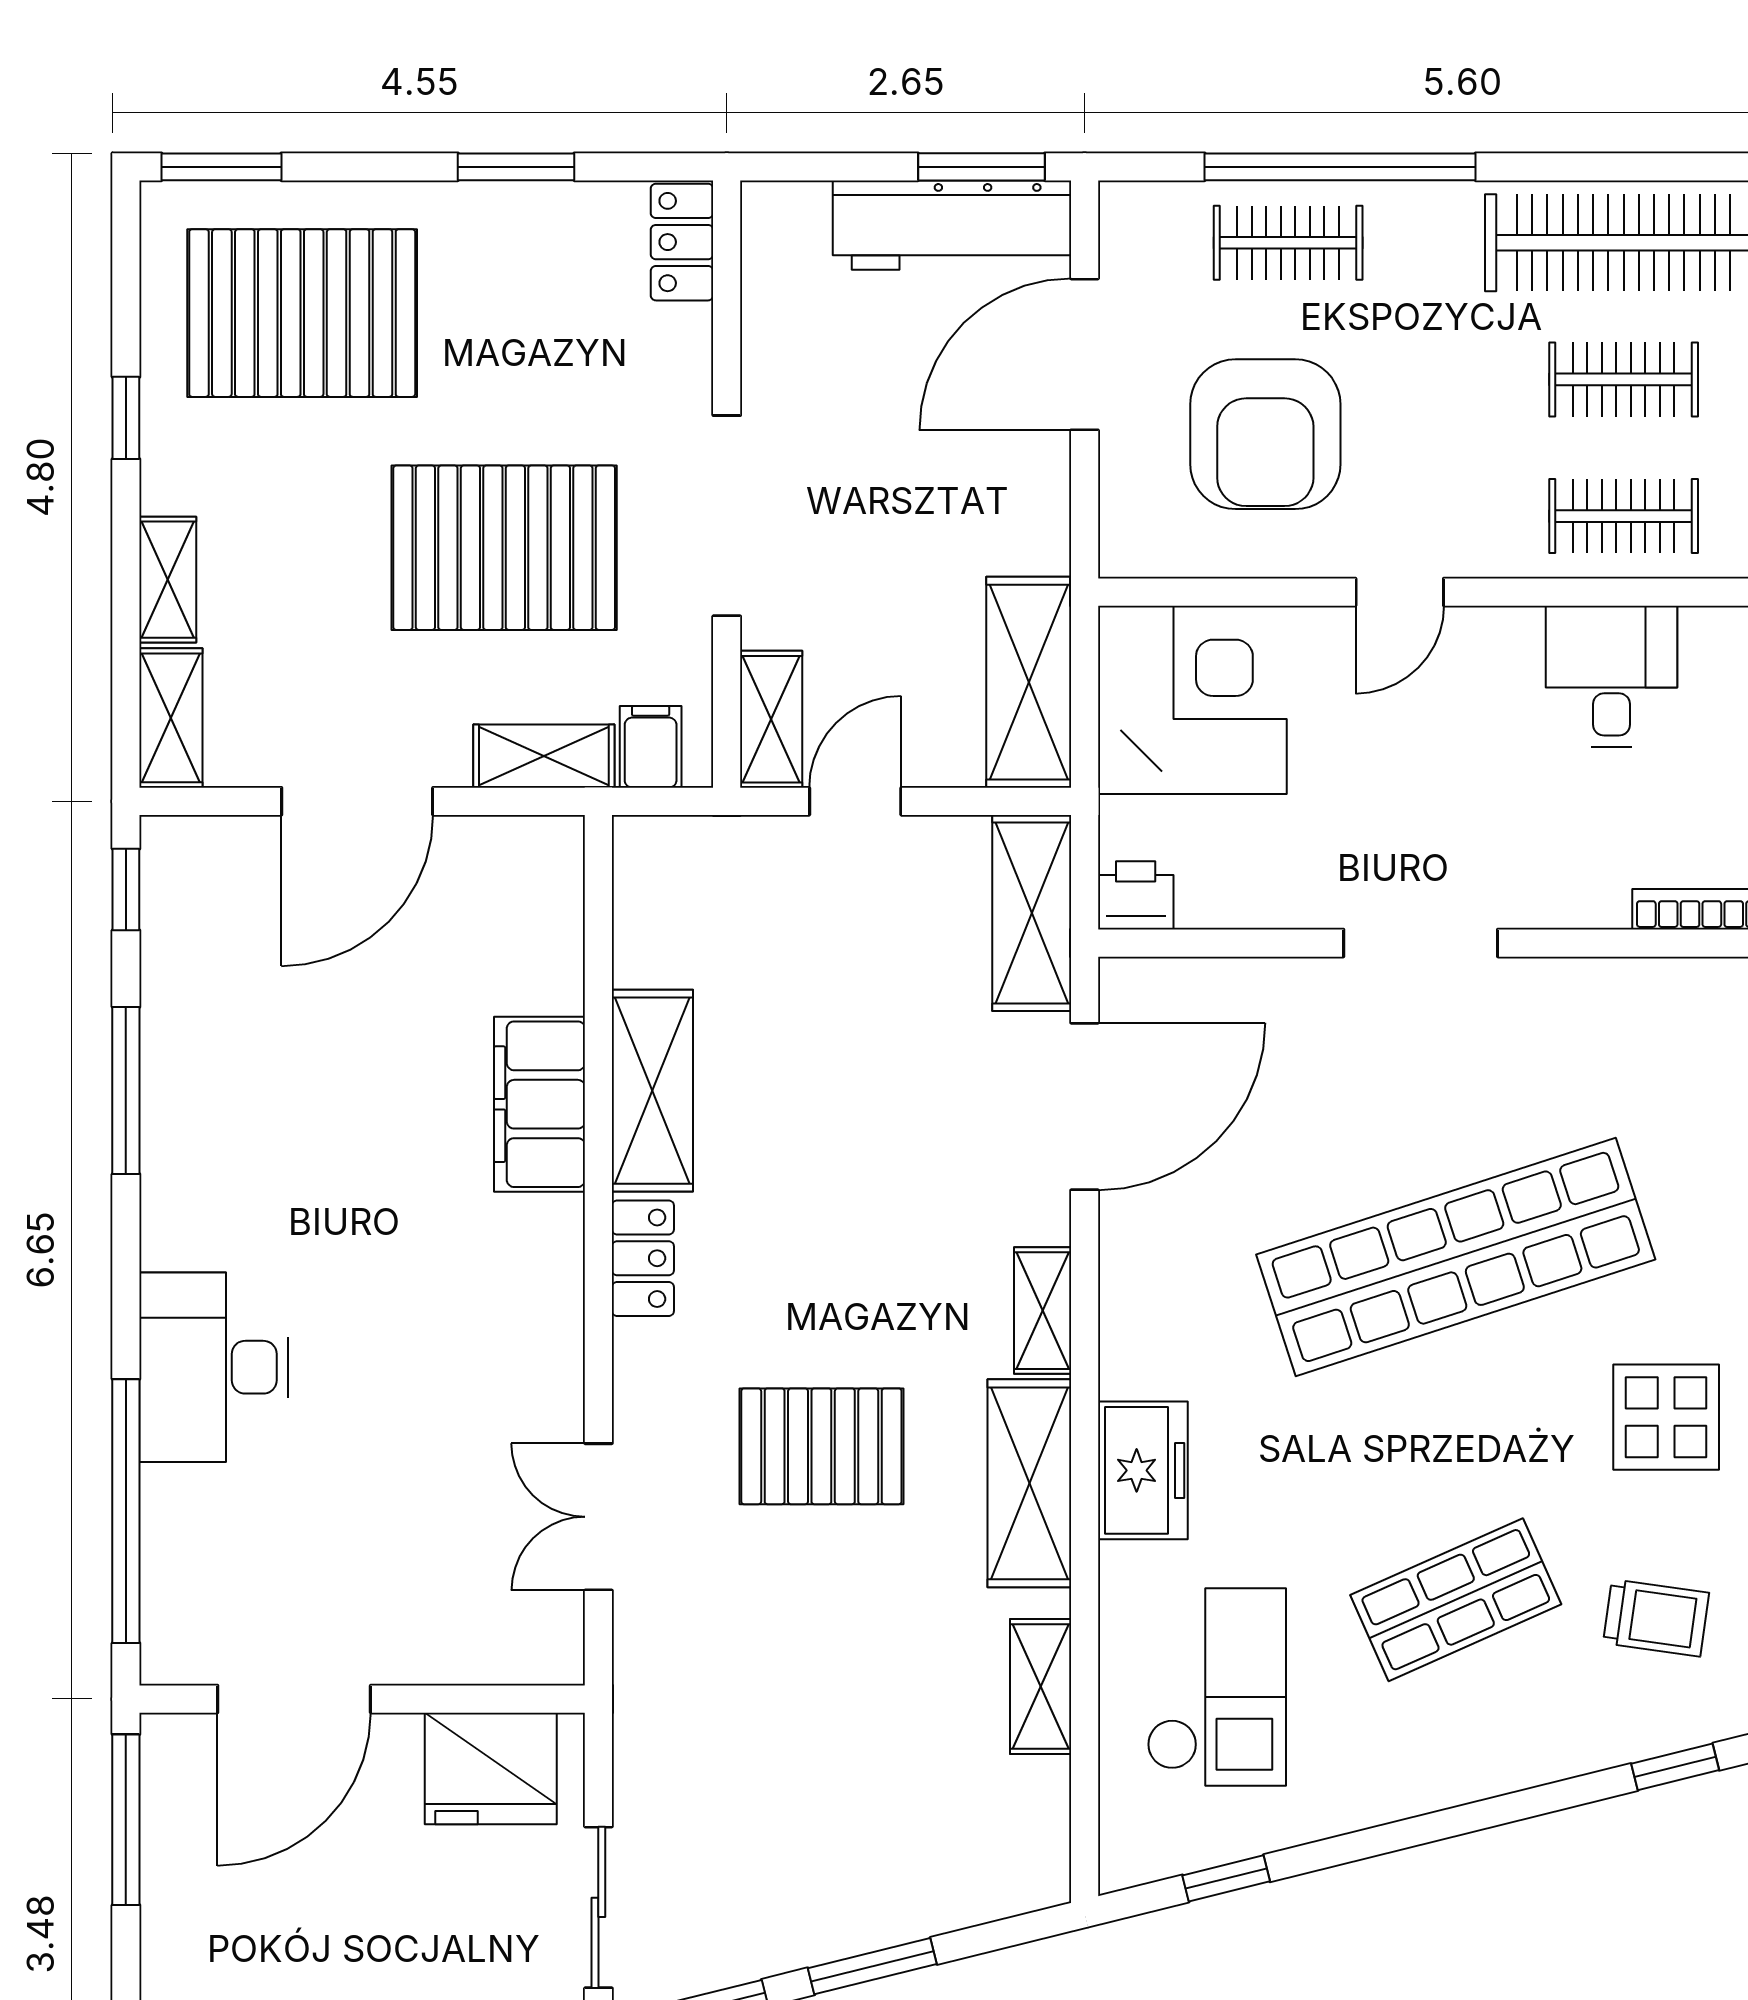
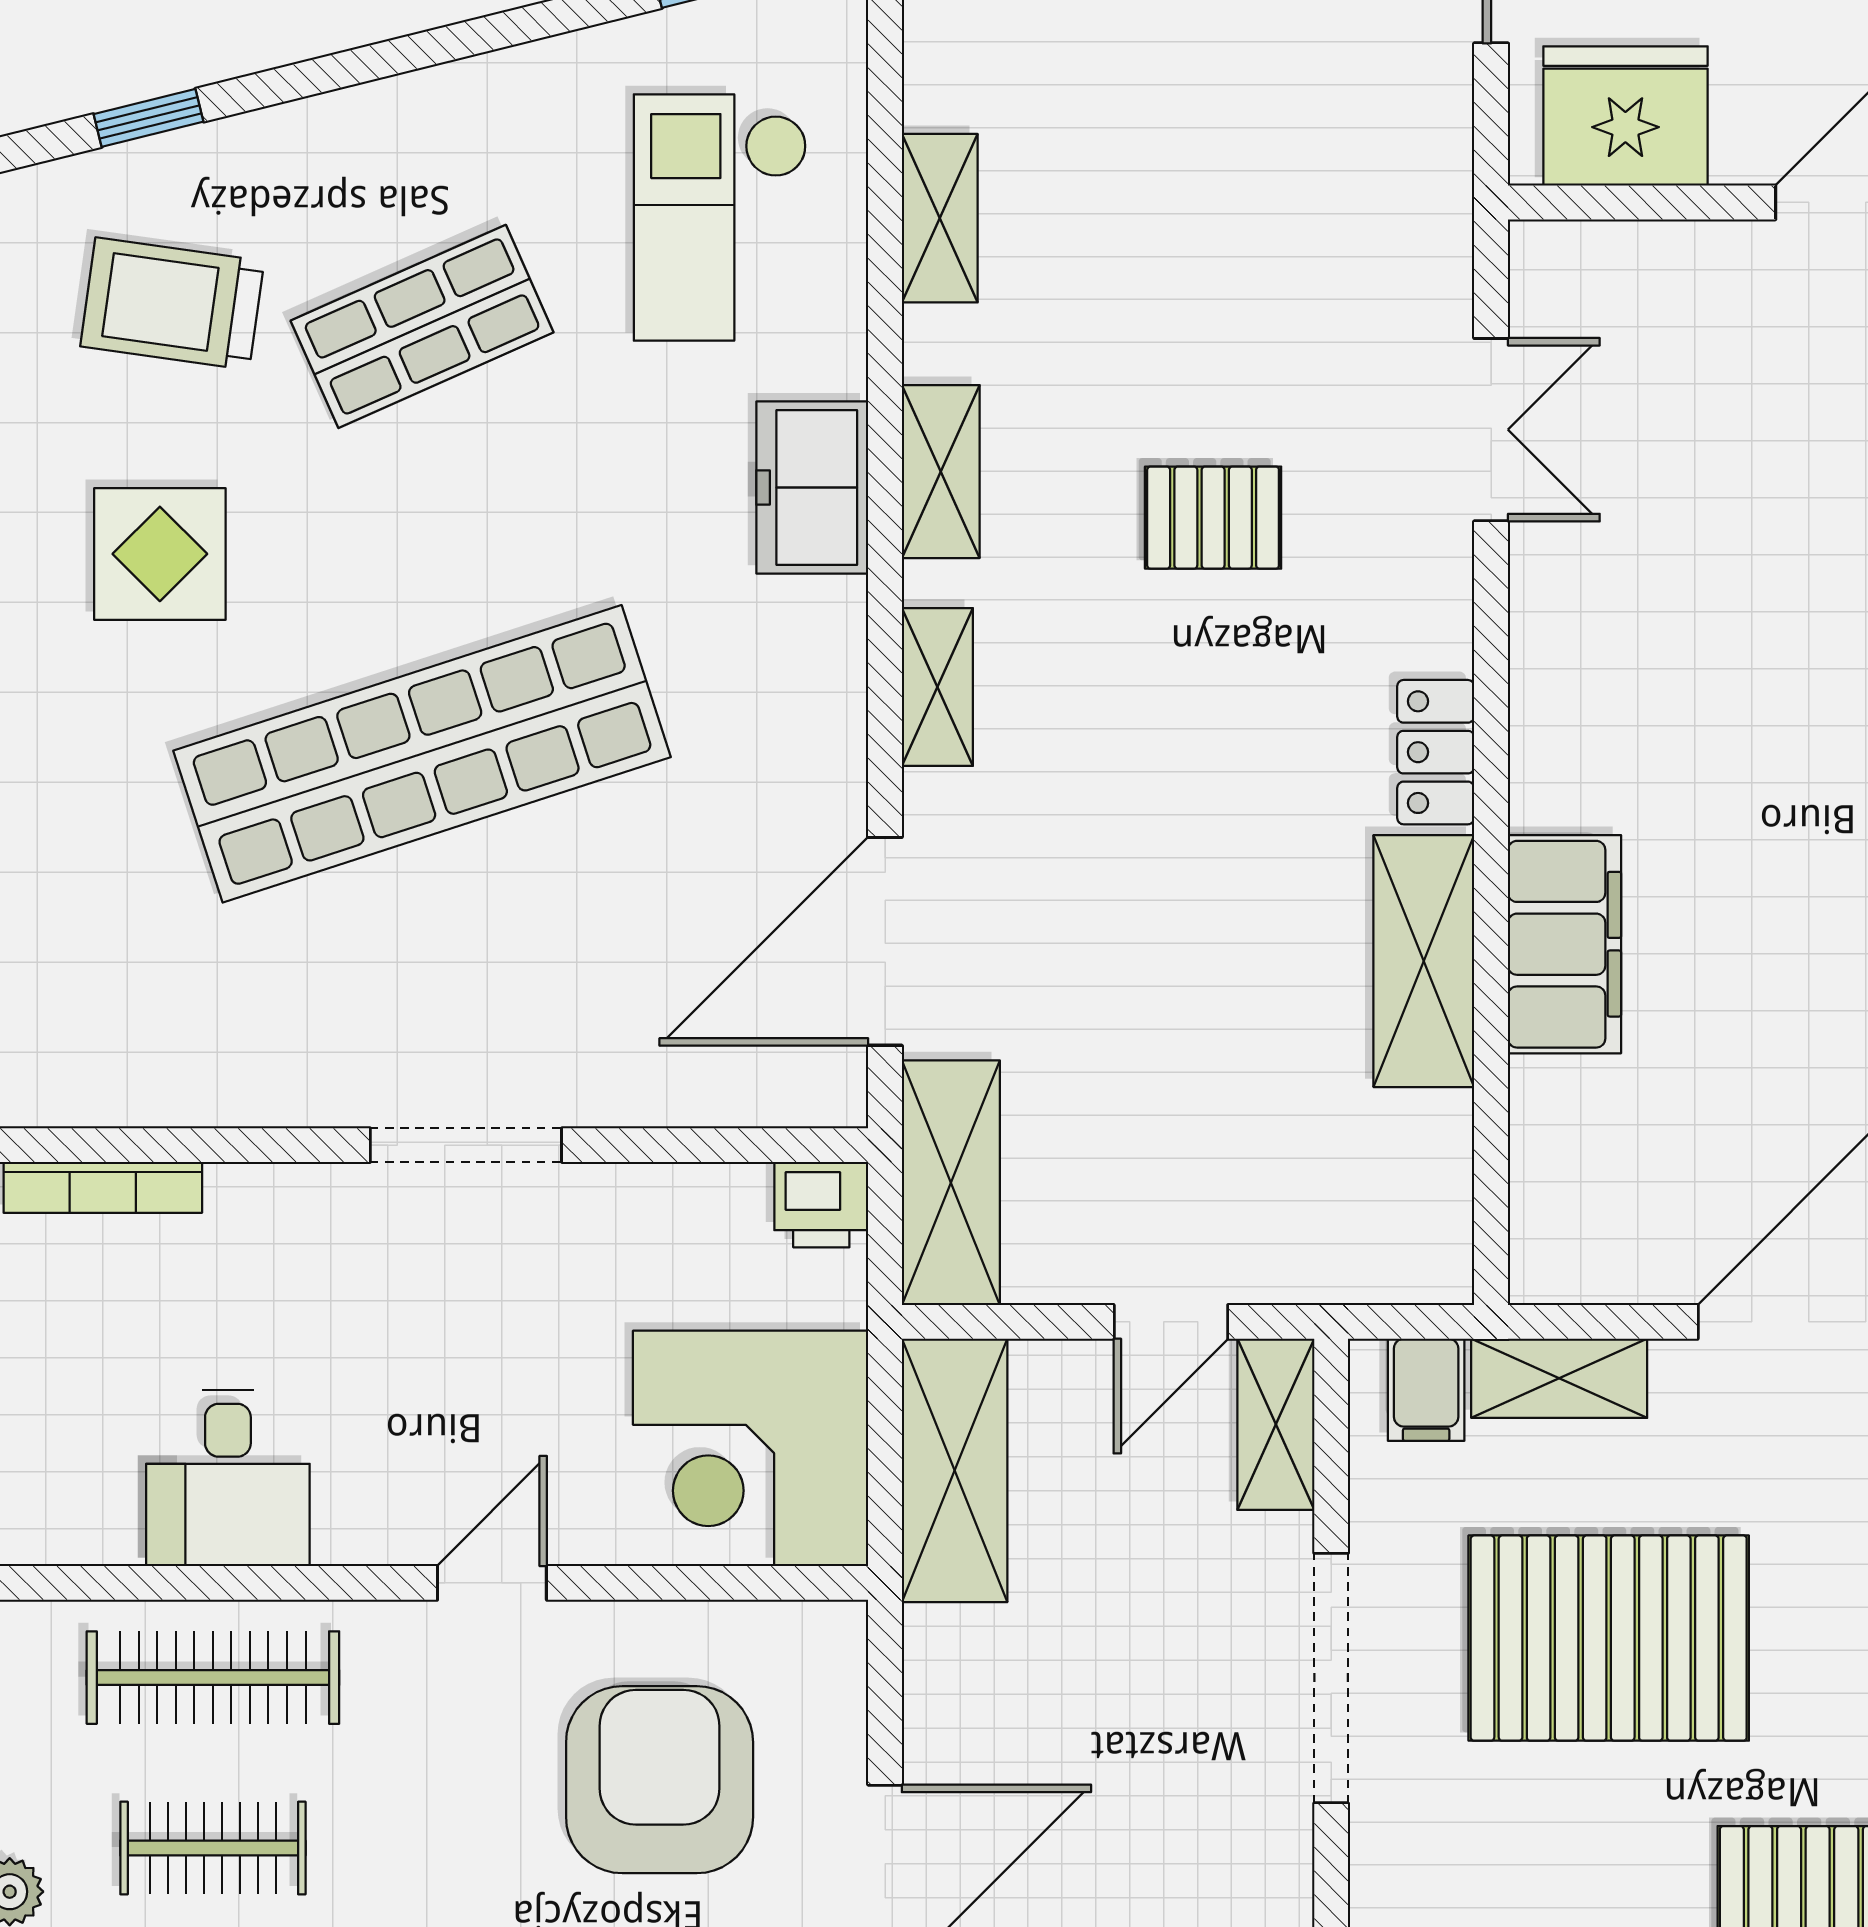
clothes rail: (1624, 516) -> (213, 1678), width x1.36
pallet: (821, 1446) -> (1213, 518), width x0.67, depth x0.71
shelving: (1029, 1483) -> (941, 472), width x0.67, depth x0.75
trolley: (1656, 1618) -> (172, 304), width x1.36, depth x1.39

